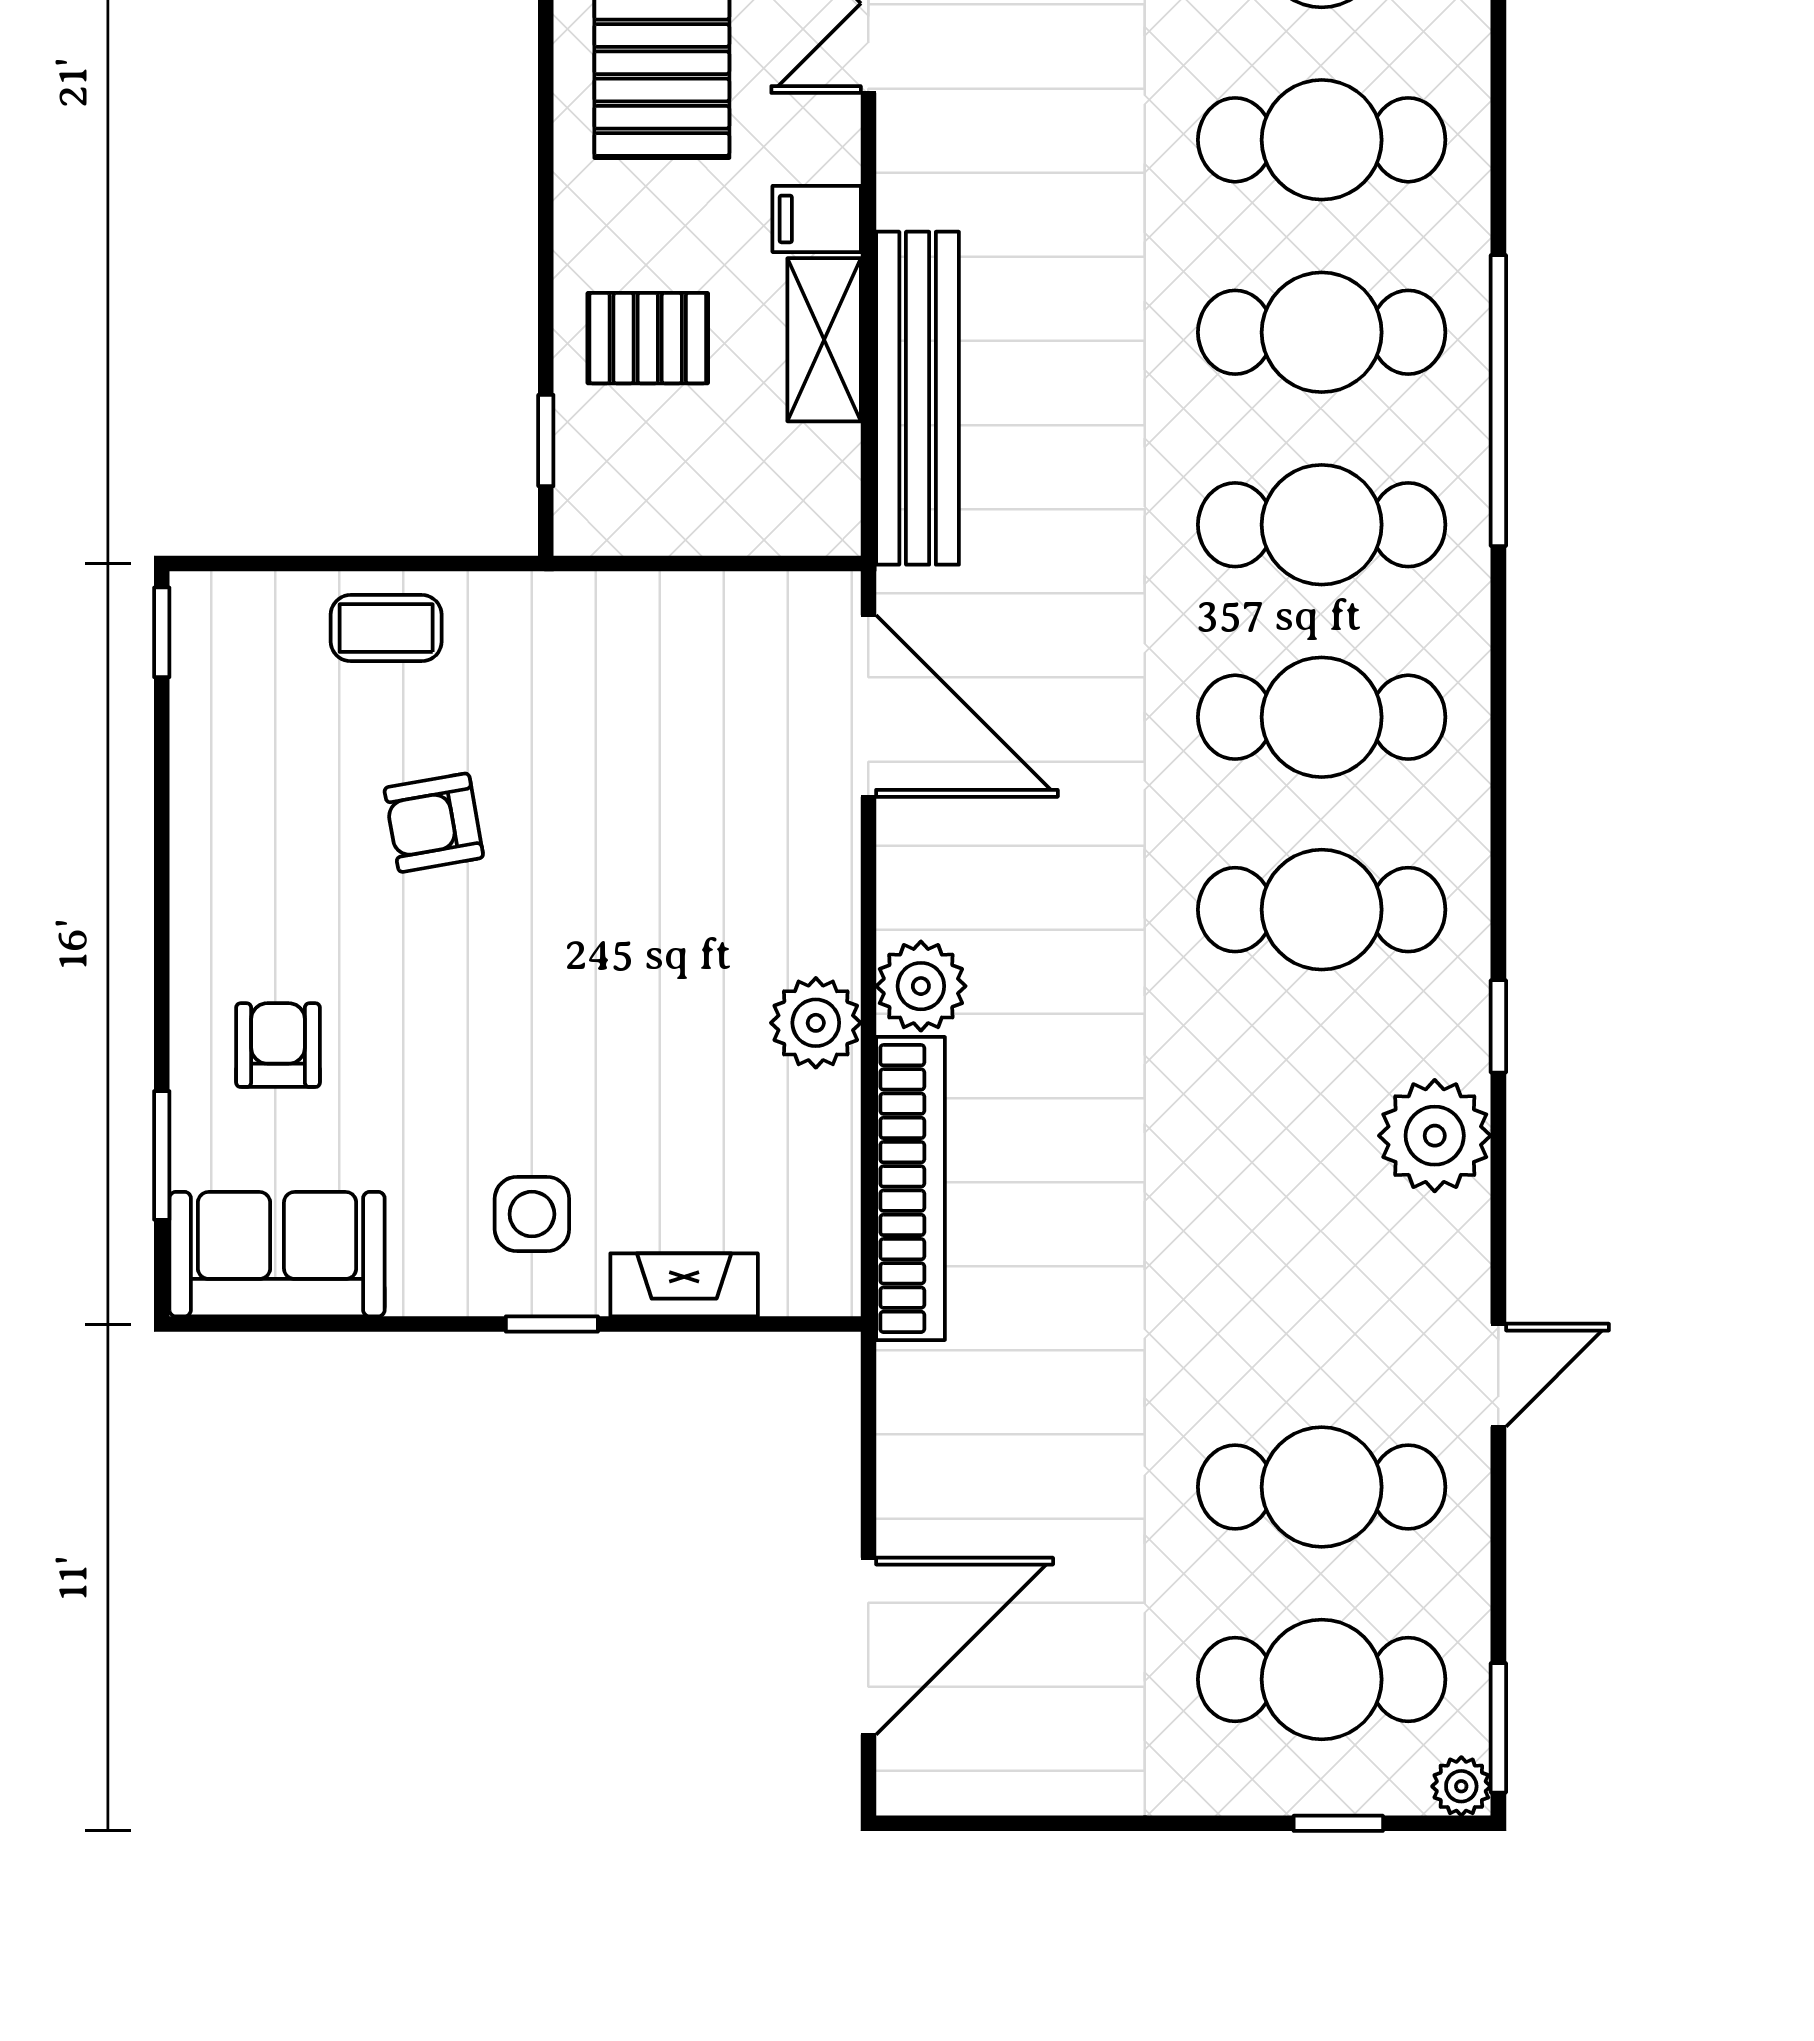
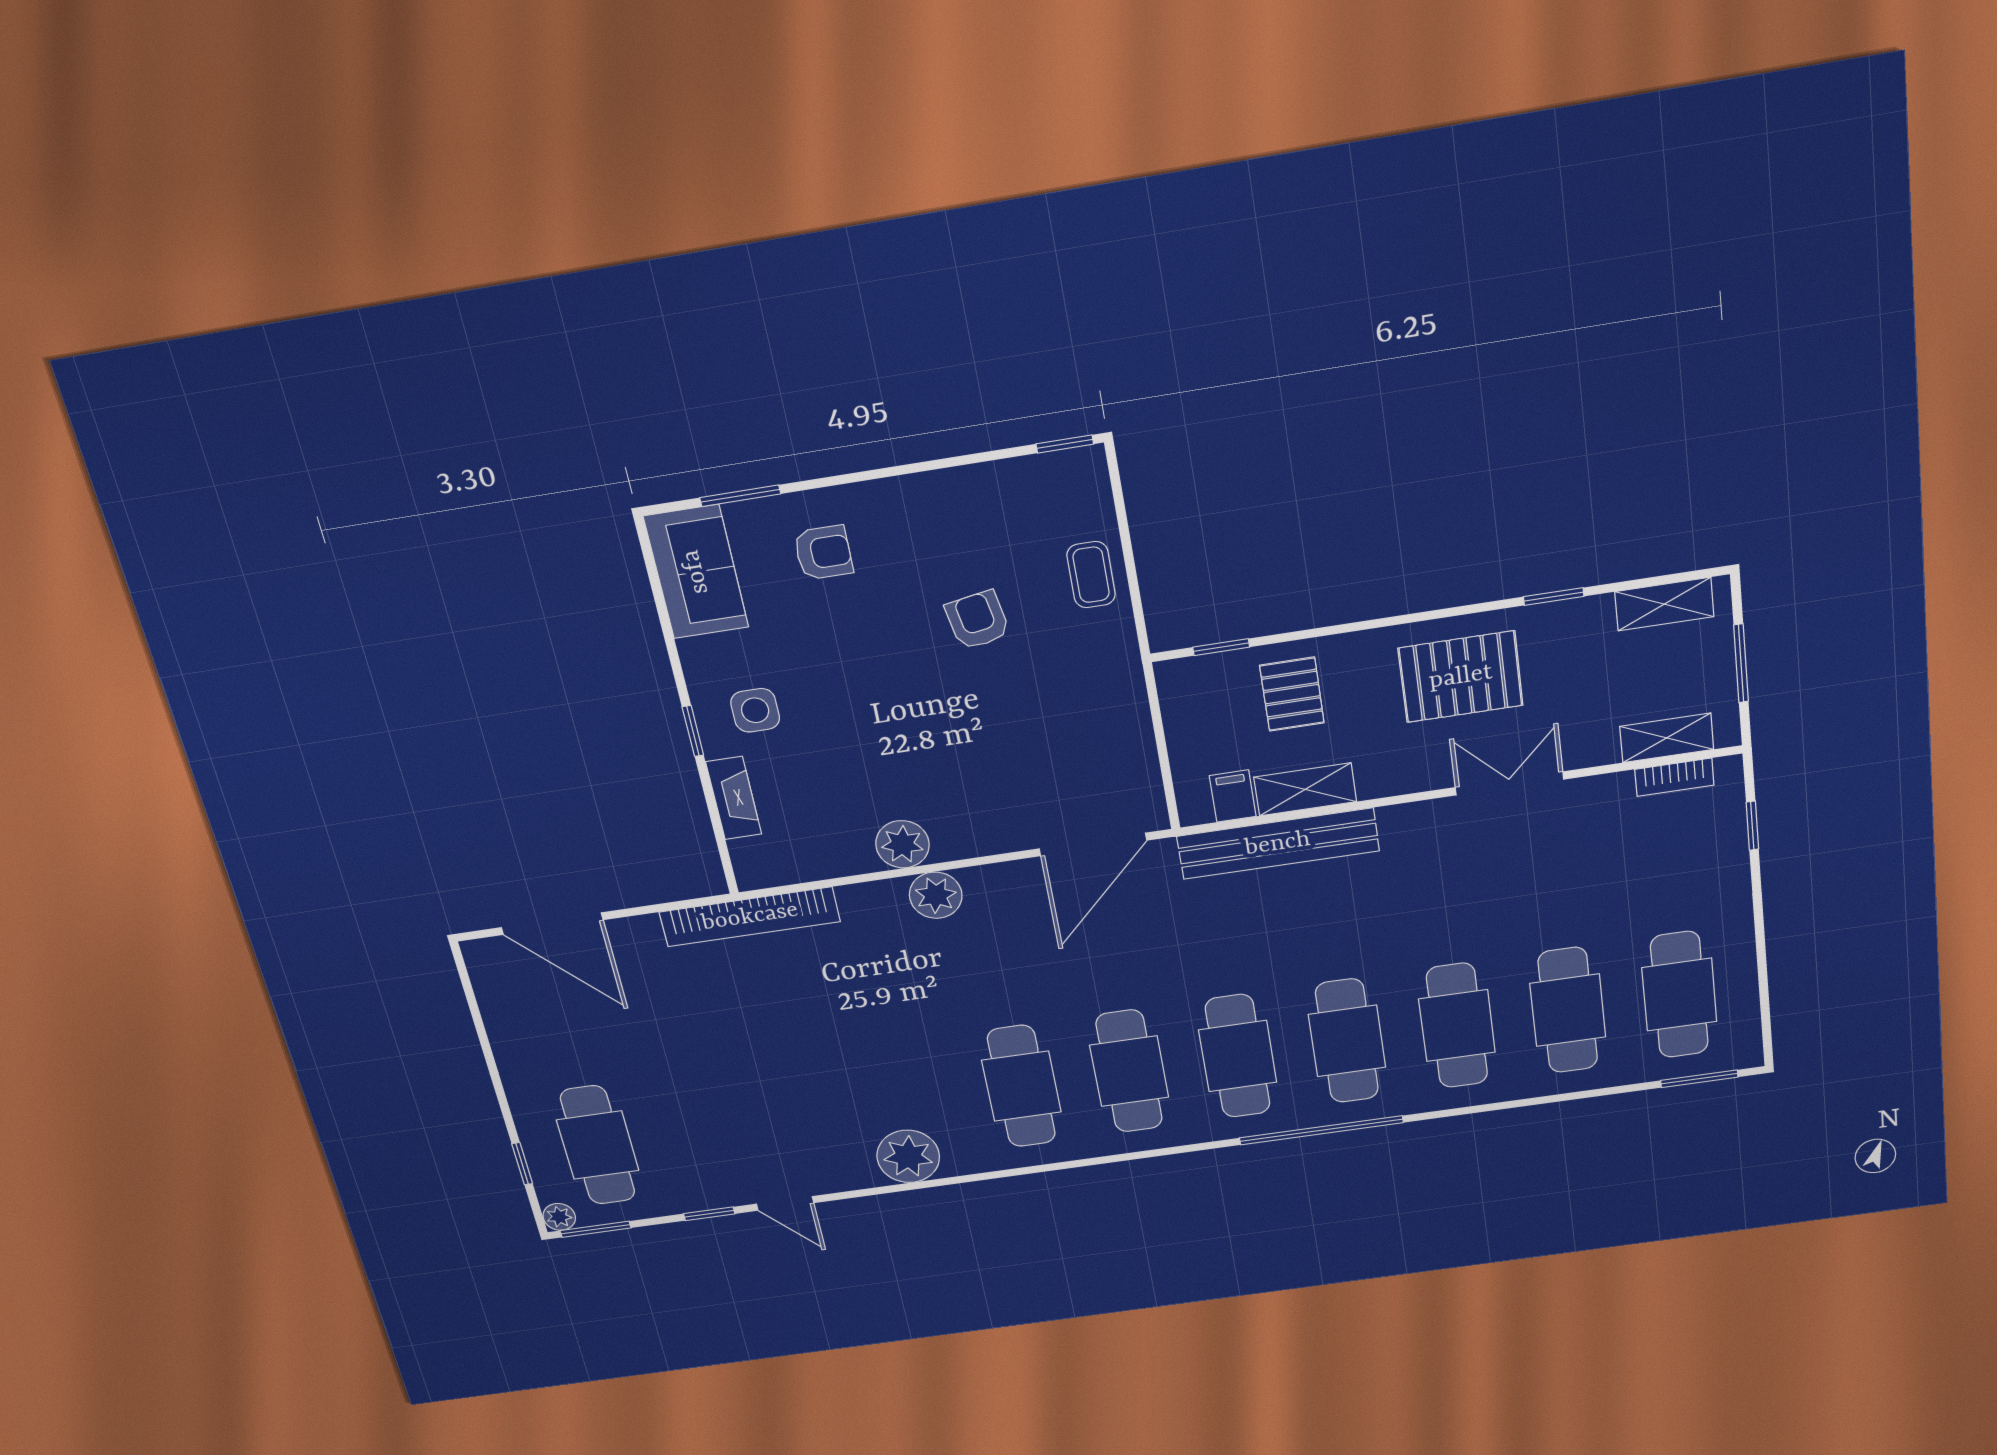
filing cabinet: (817, 219) -> (1233, 796), moved
window: (1498, 1026) -> (709, 1214), moved
bookcase: (911, 1189) -> (750, 917), moved
cafe table: (1322, 1487) -> (703, 1131), removed

